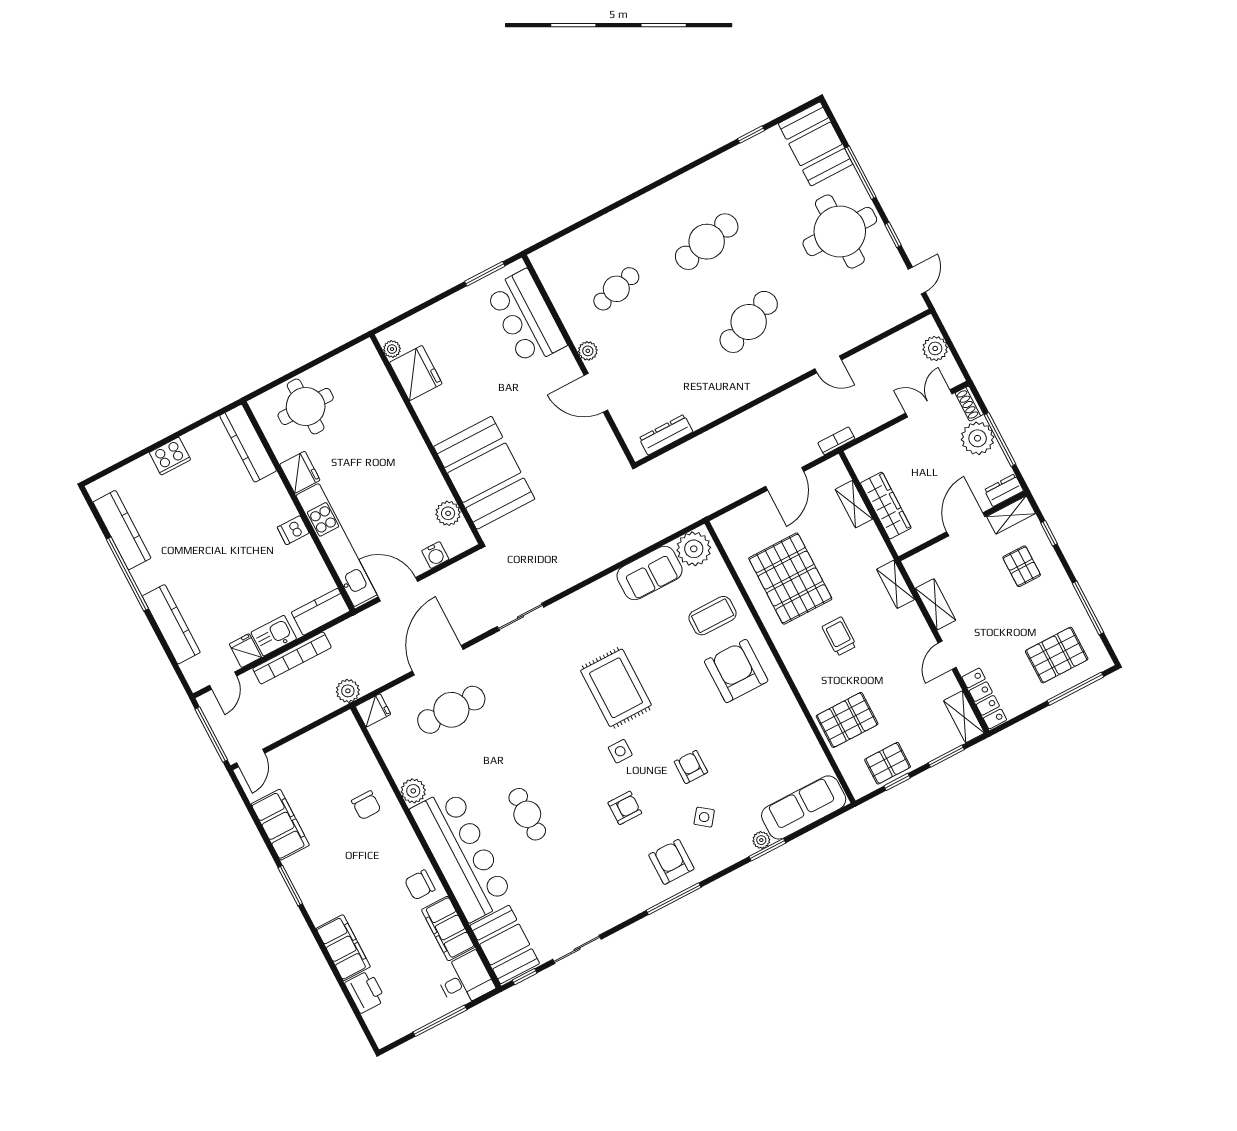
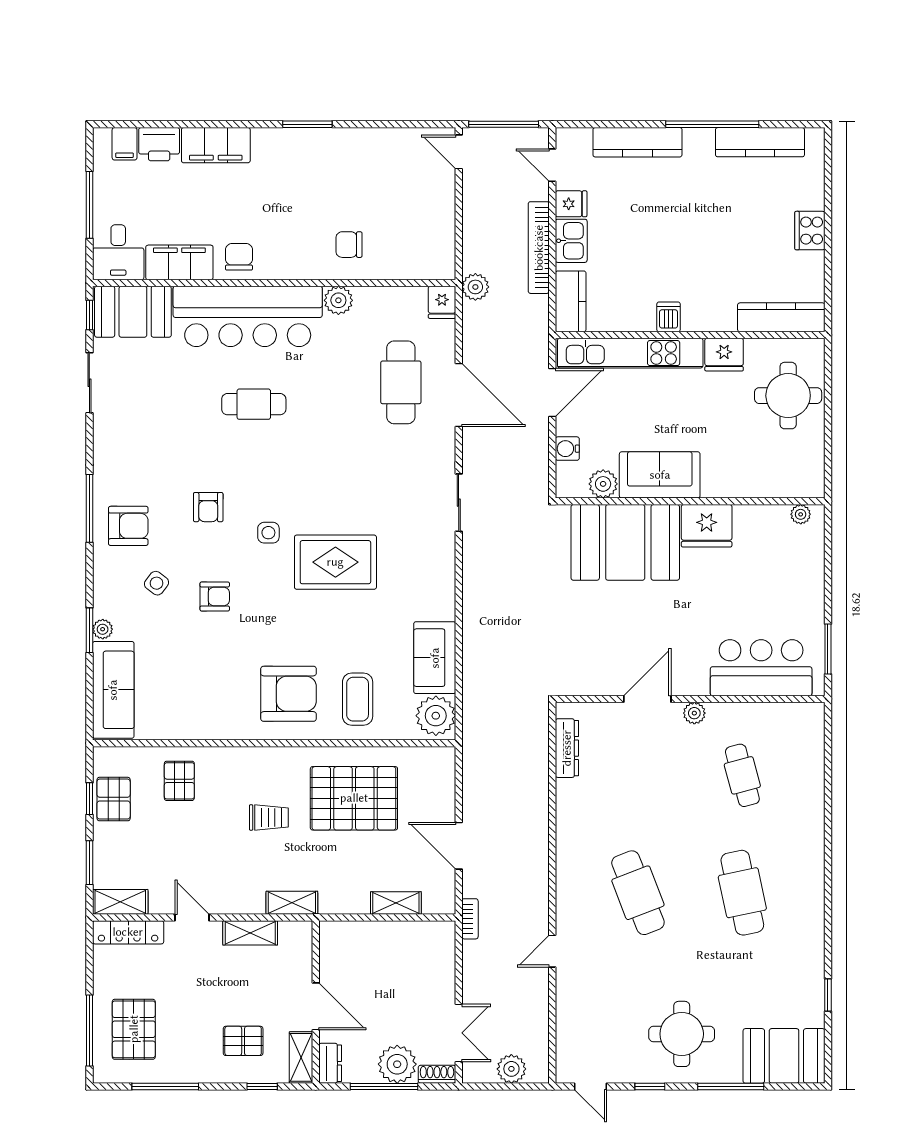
round table: (840, 231) -> (682, 1034), width x0.73, depth x0.73
fridge: (416, 373) -> (707, 526), moved
sofa: (418, 473) -> (660, 475), added
wardrobe: (886, 506) -> (378, 935), removed
pallet: (847, 720) -> (179, 781), width x0.67, depth x0.71
filing cabinet: (280, 825) -> (125, 144), moved, width x0.33, depth x0.86

